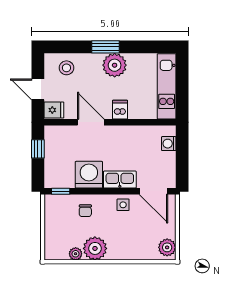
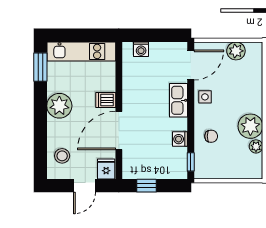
window: (106, 47) -> (40, 67), moved
door: (91, 122) -> (119, 131), width x1.36
washing machine: (89, 175) -> (180, 139), width x0.53, depth x0.53
plant: (167, 247) -> (236, 51), moved

